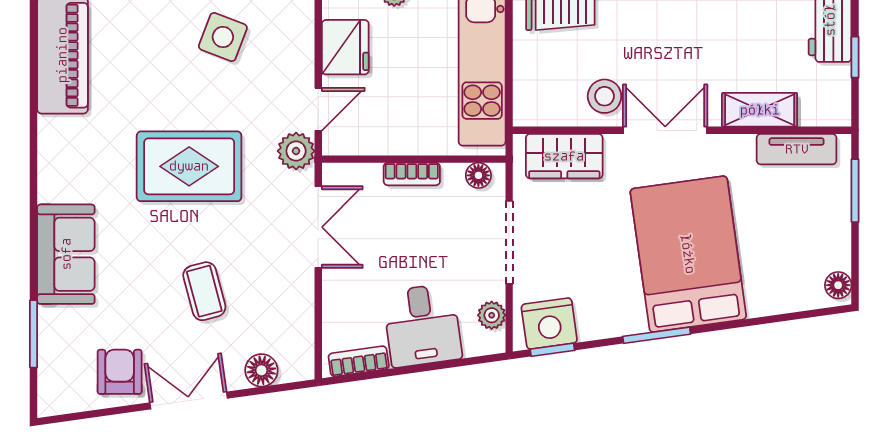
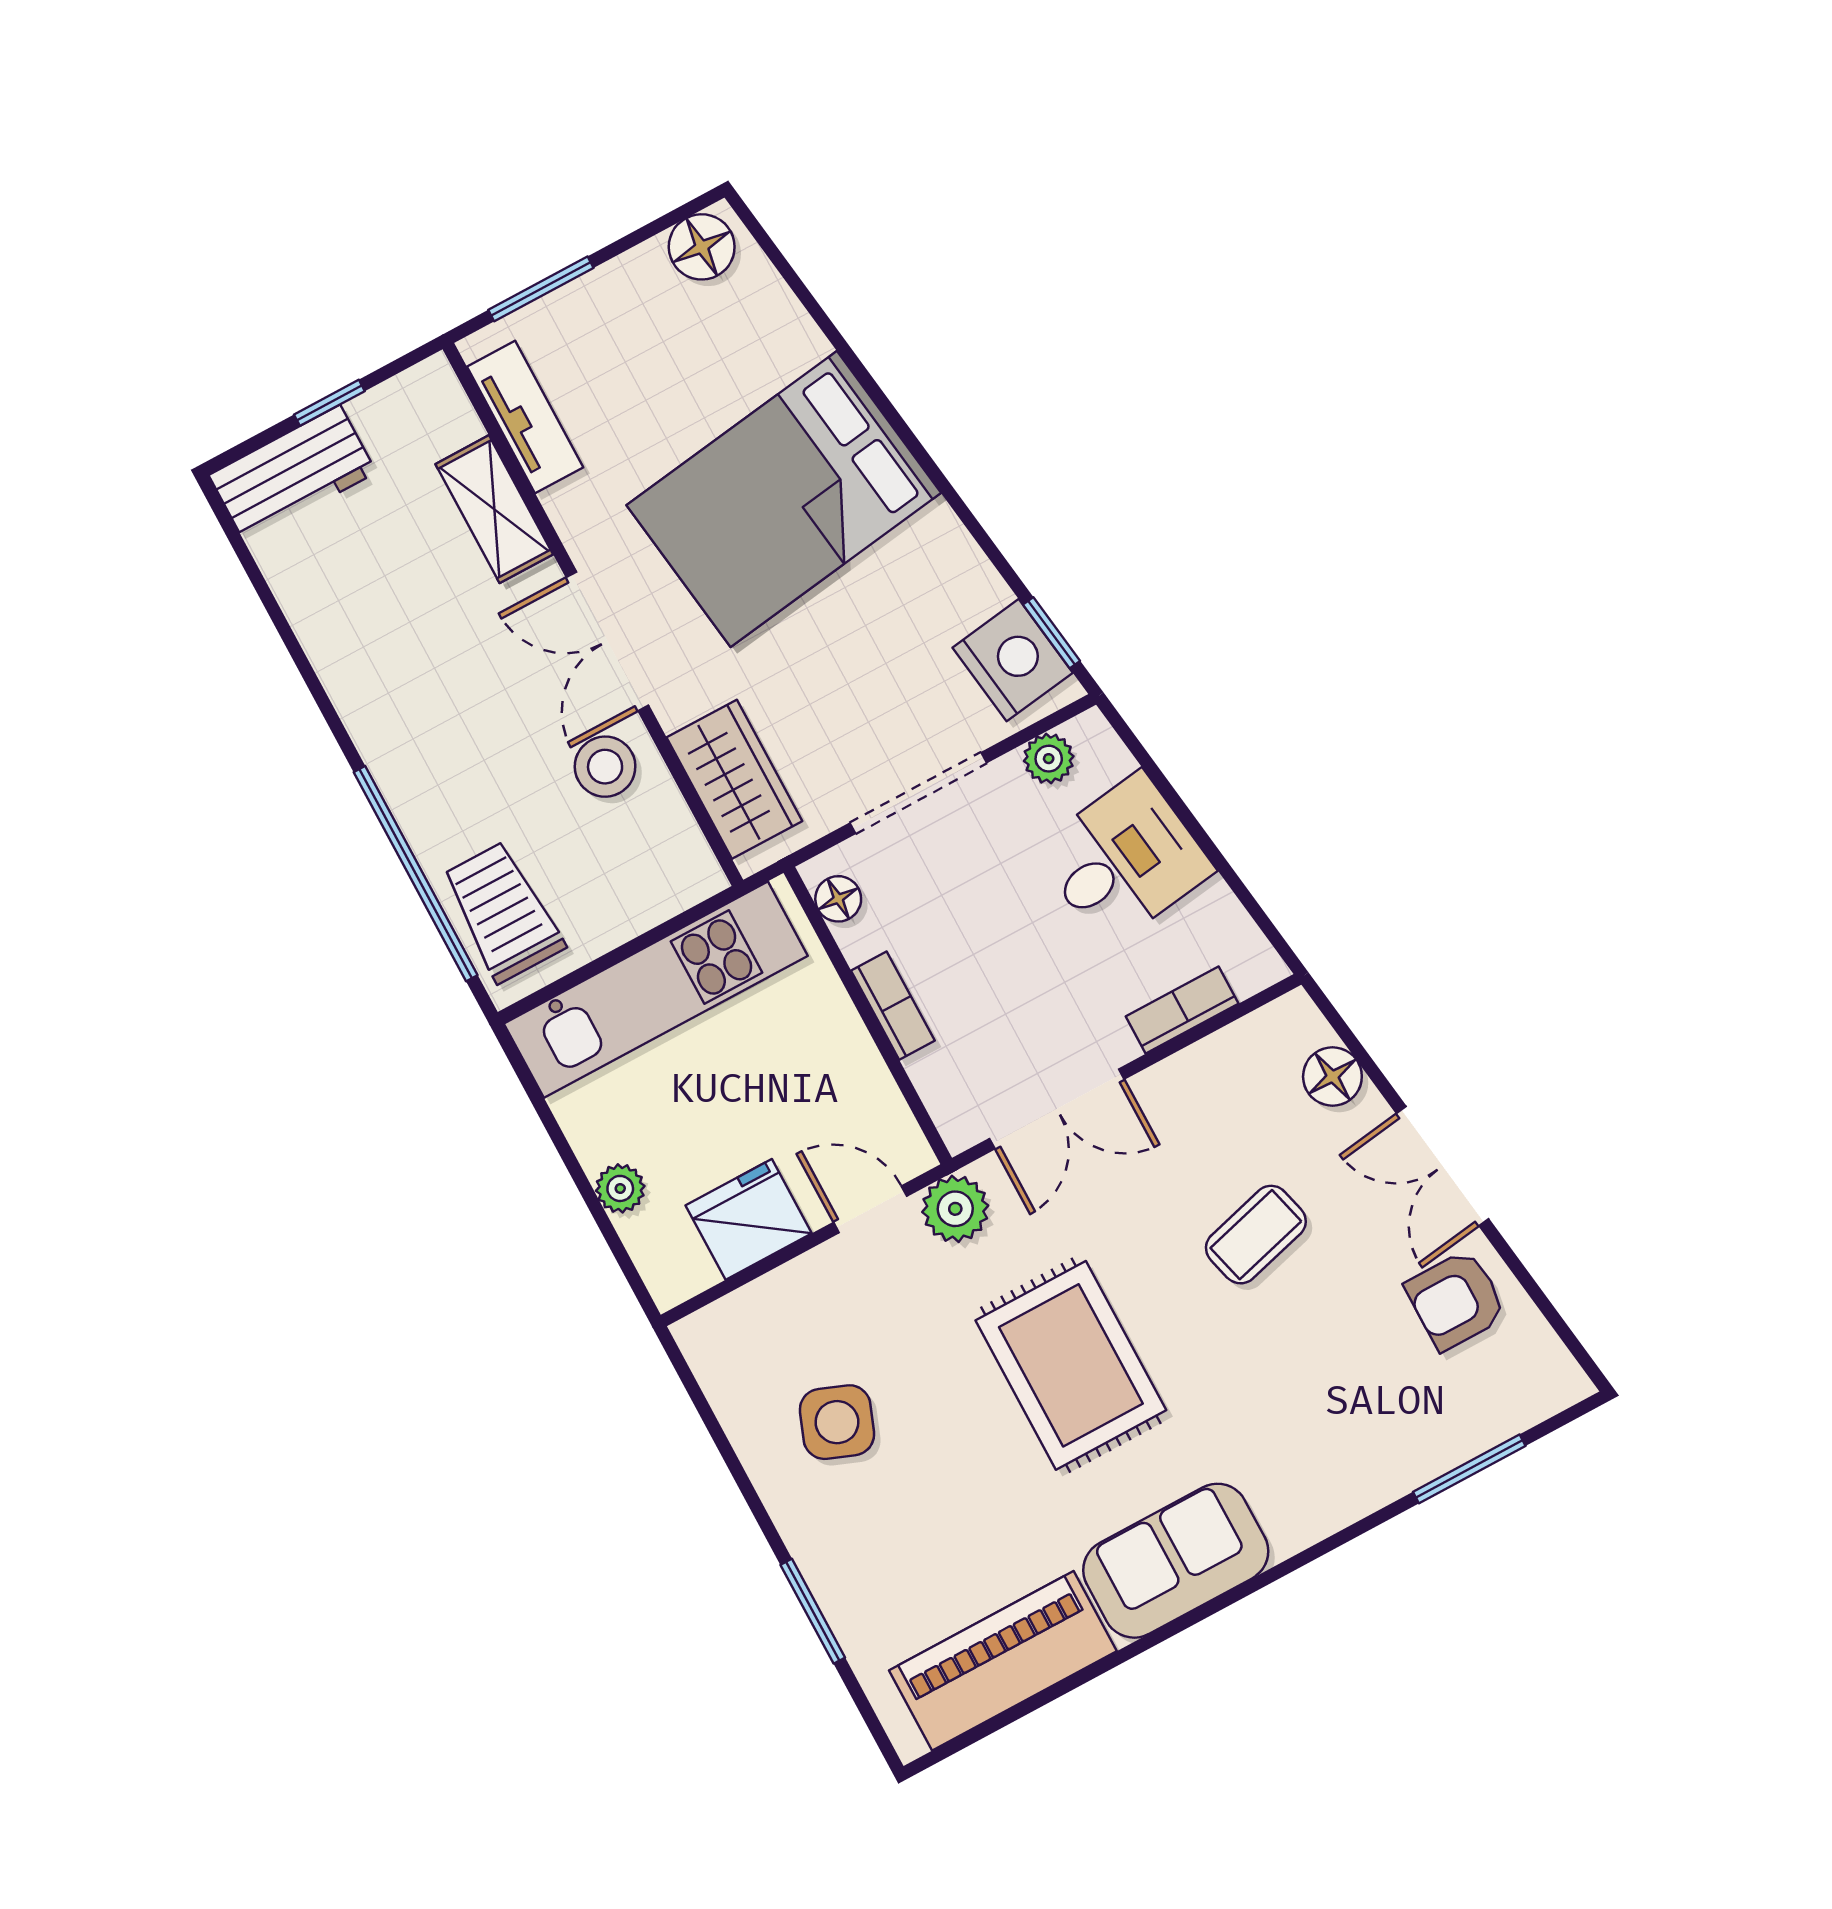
double door: (318, 227) -> (1057, 1109), swing flipped
sofa: (66, 254) -> (1176, 1561), moved
floor lamp: (838, 285) -> (702, 247), width x1.37, depth x1.37
window: (657, 335) -> (940, 480), removed
bookcase: (359, 361) -> (1182, 1010), moved, turned 98

